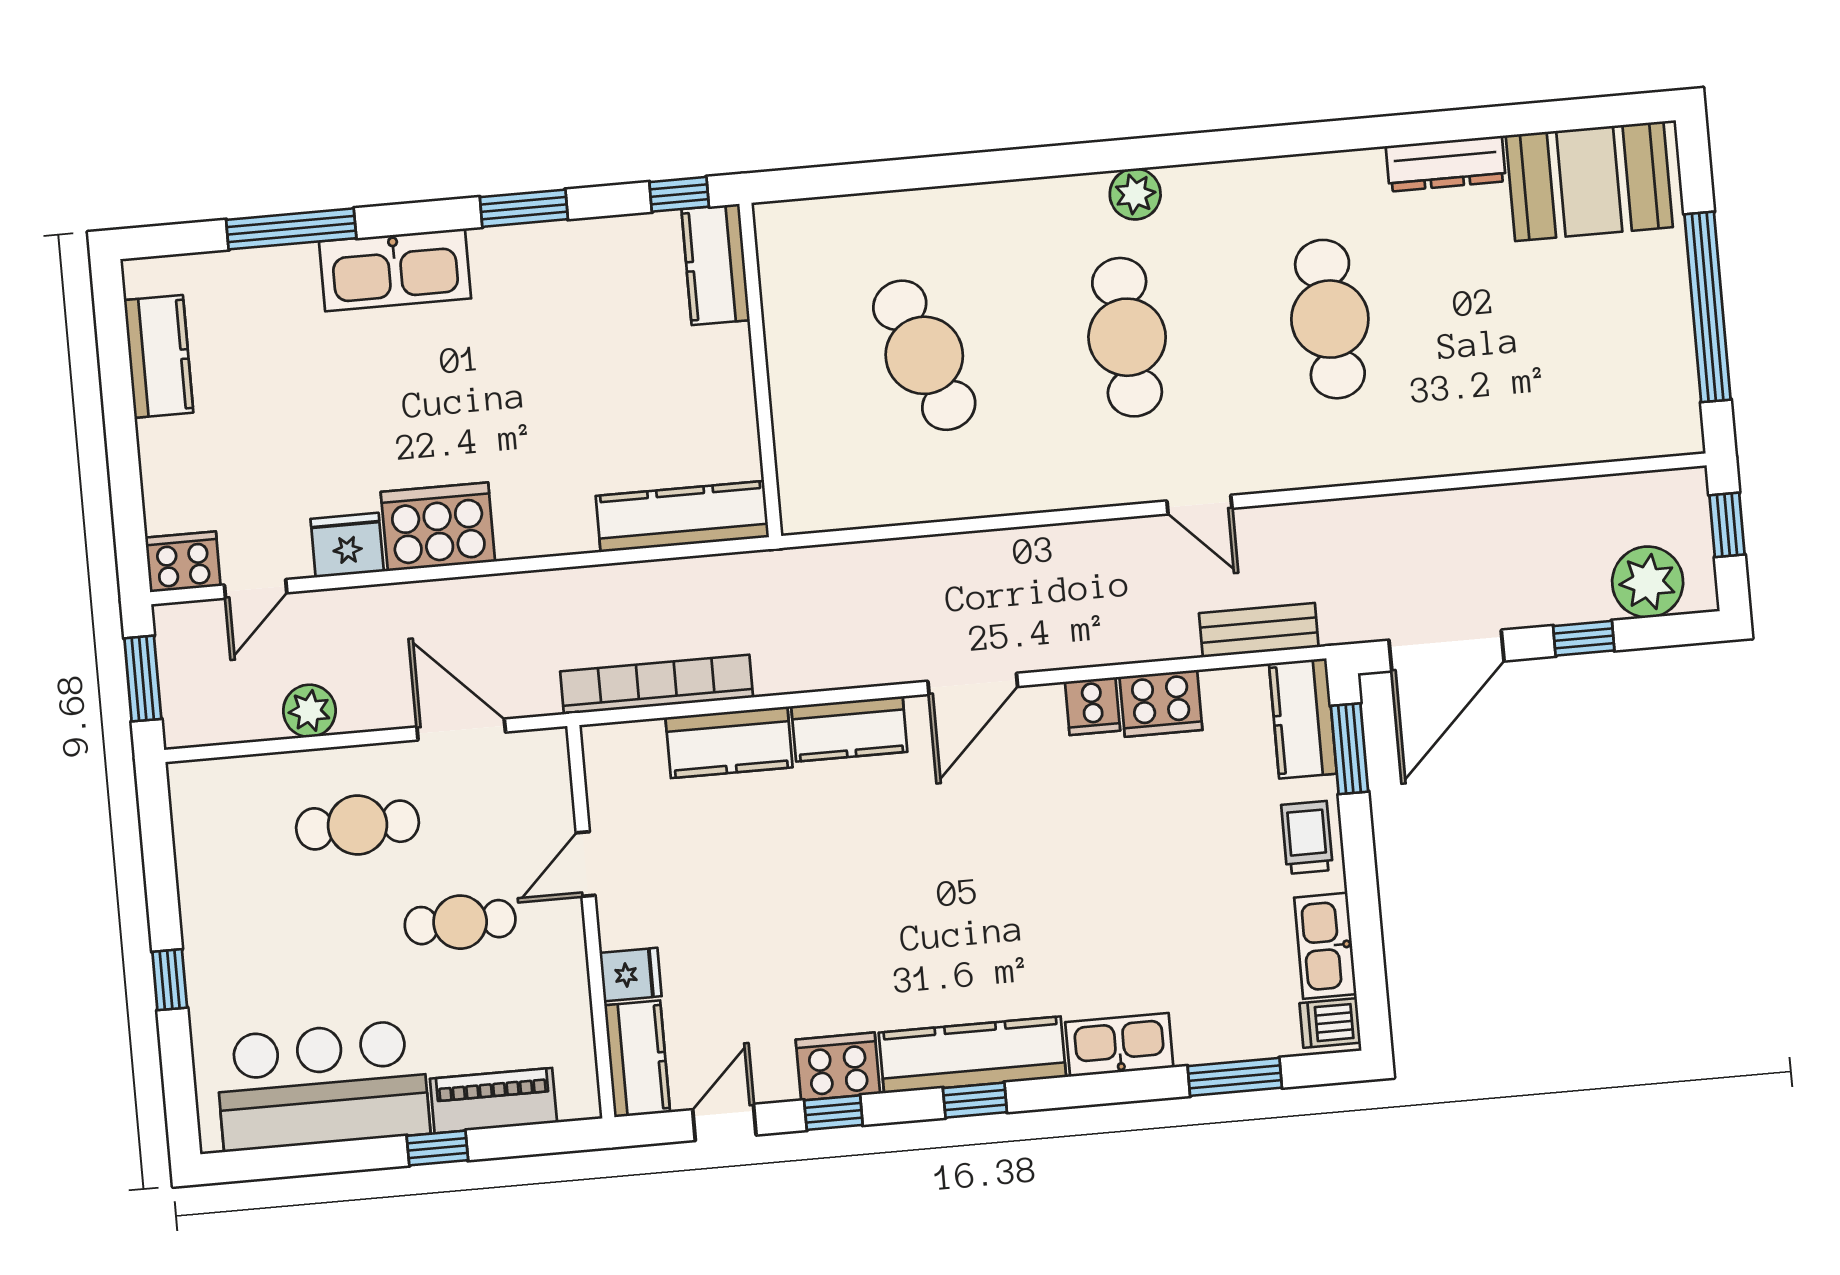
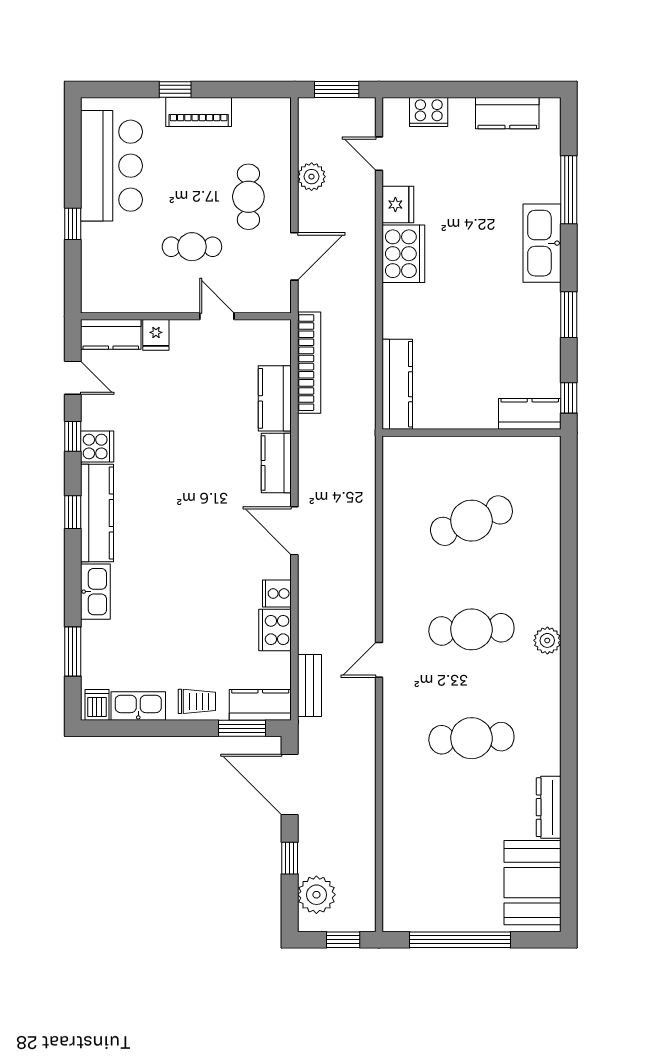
cooker: (183, 562) -> (429, 112), moved, turned 90
cafe table: (460, 922) -> (192, 247), turned 90
cooker: (838, 1067) -> (97, 447), width x0.73
piano: (493, 1101) -> (199, 112), moved, turned 90

